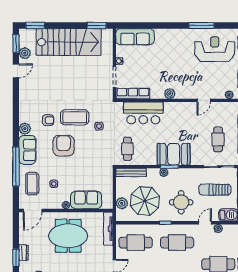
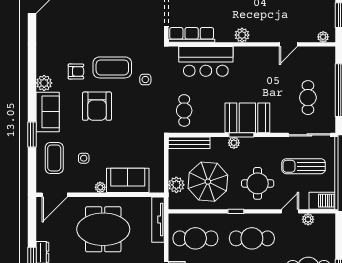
armchair: (64, 146) -> (97, 106), turned 180
window: (16, 166) -> (32, 135), width x0.47

